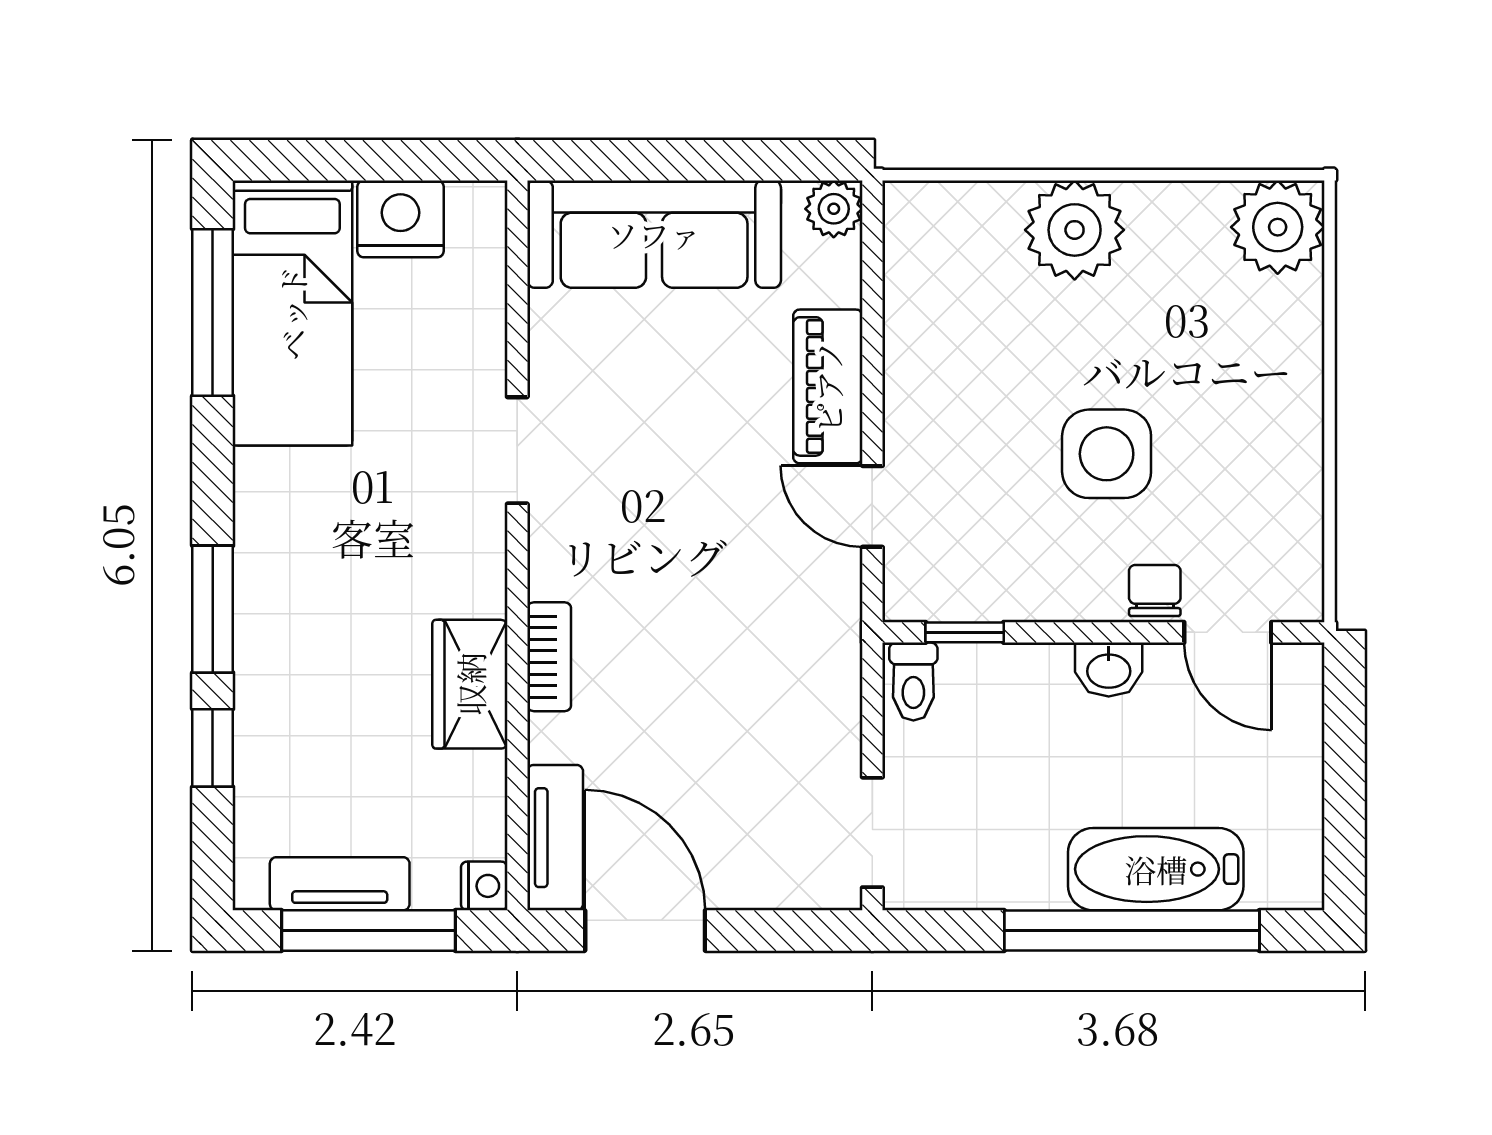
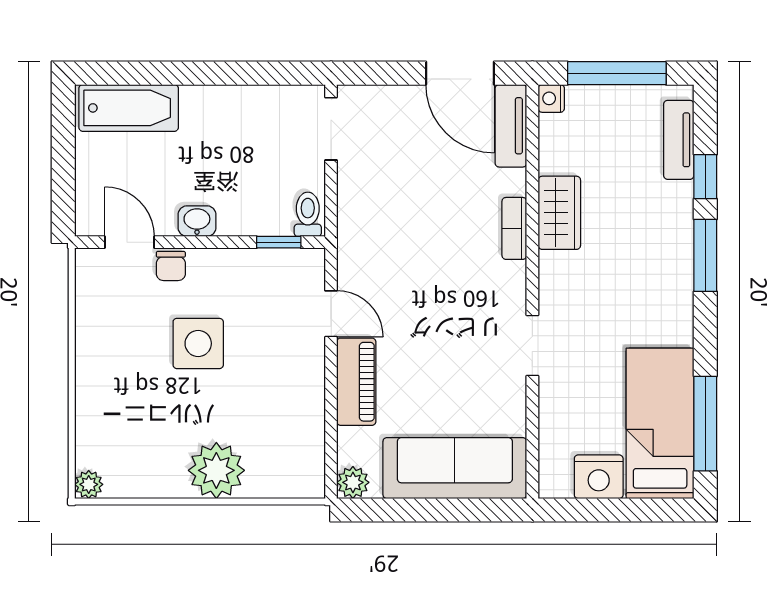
plant: (1278, 227) -> (89, 484), width x0.53, depth x0.53
bathtub: (1156, 869) -> (129, 108), moved
tv unit: (340, 884) -> (679, 140), moved, turned 90
window: (1132, 930) -> (184, 73), removed

